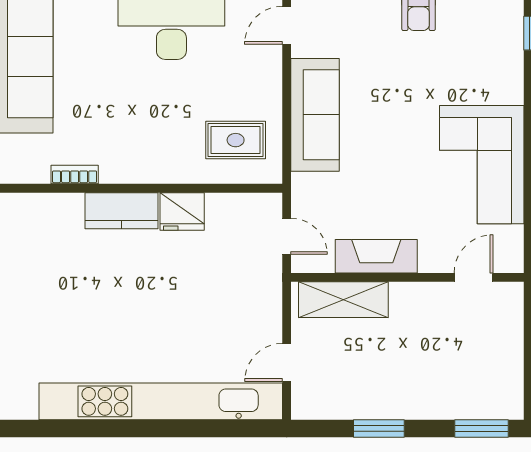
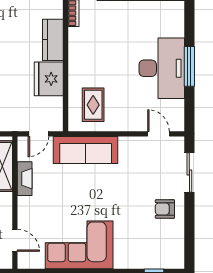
sofa: (315, 115) -> (86, 150), moved
fridge: (182, 212) -> (49, 79), width x1.36, depth x1.34
fireplace: (376, 256) -> (25, 179), width x0.73, depth x0.76

